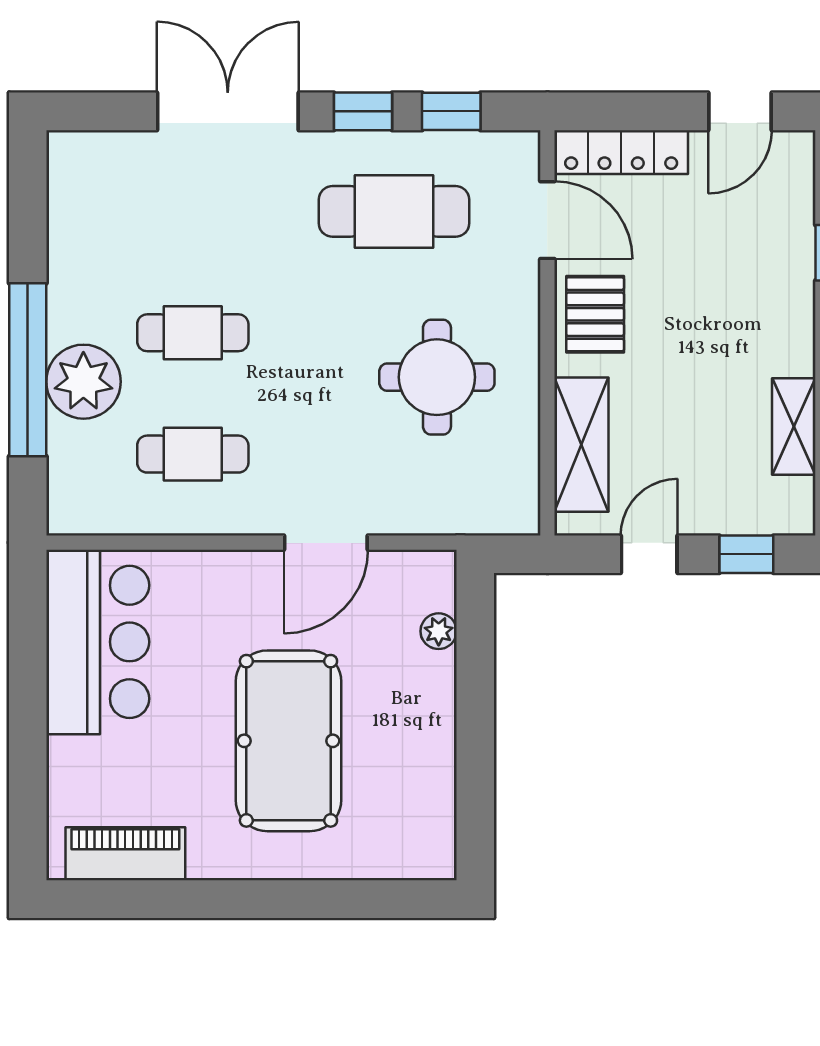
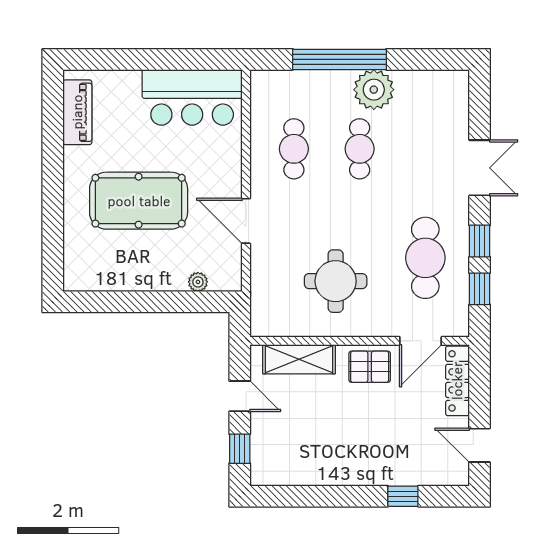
double door: (228, 111) -> (480, 168), width x0.73
plant: (83, 382) -> (374, 90), moved
shelving: (794, 426) -> (309, 474), removed

